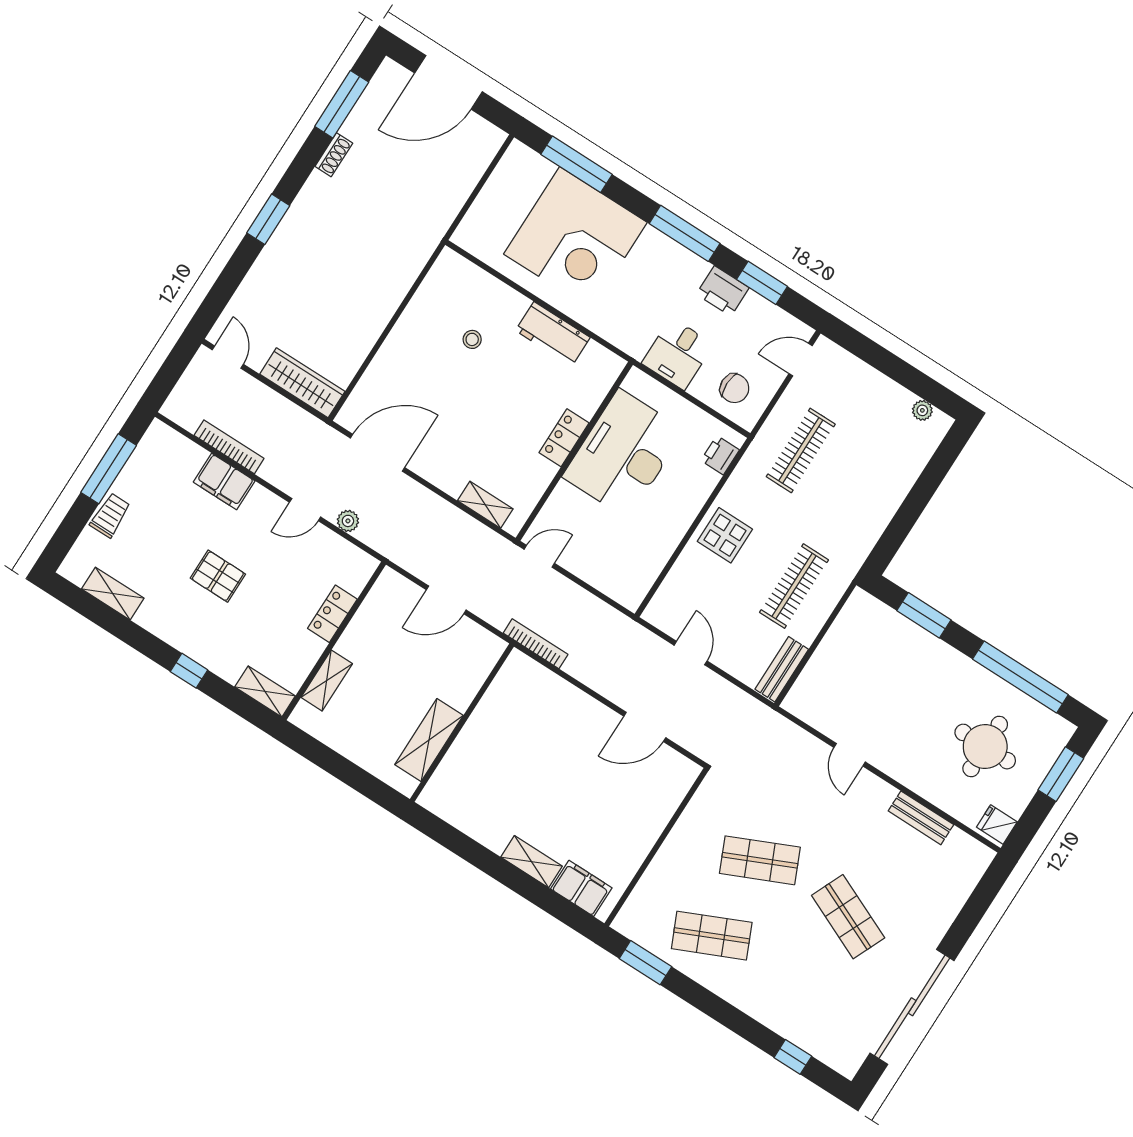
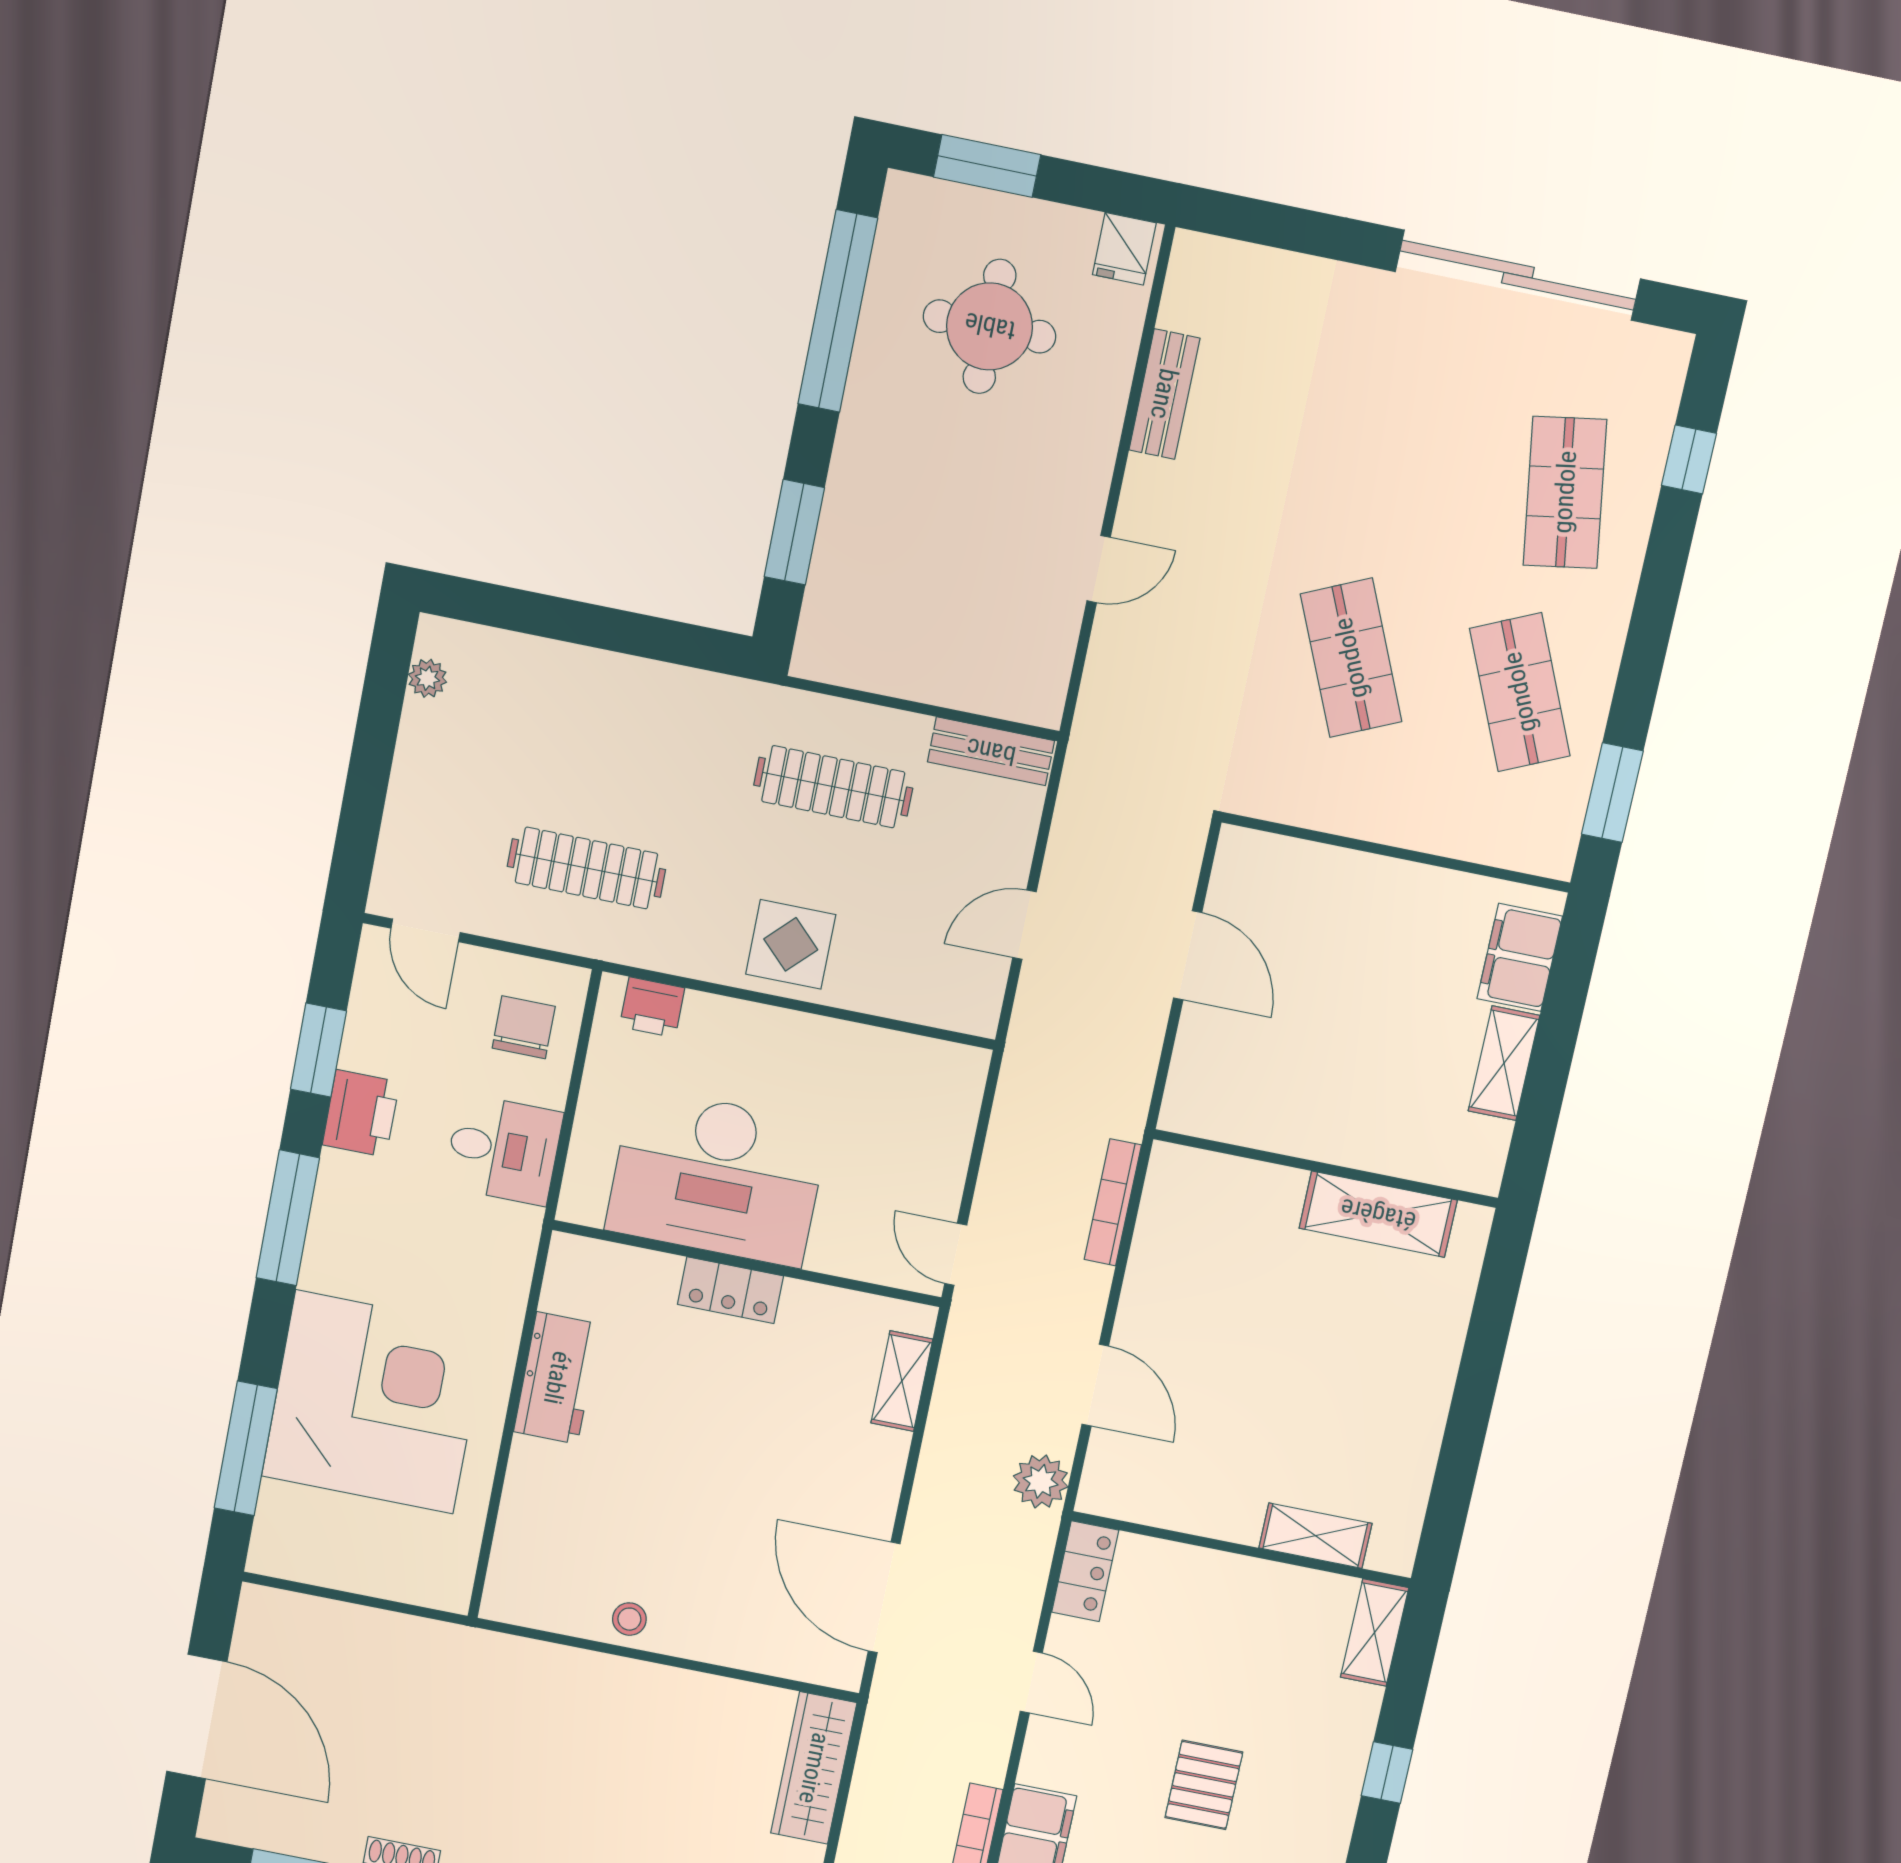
stool: (472, 339) -> (629, 1619), moved
plant: (348, 521) -> (1041, 1481), moved, width x1.38, depth x1.38
locker: (332, 614) -> (1085, 1571), moved, turned -90
wall: (462, 723) -> (1326, 1169), moved
shelving: (429, 740) -> (1378, 1214), moved
shop shelf: (848, 917) -> (1565, 492), moved, turned -33

